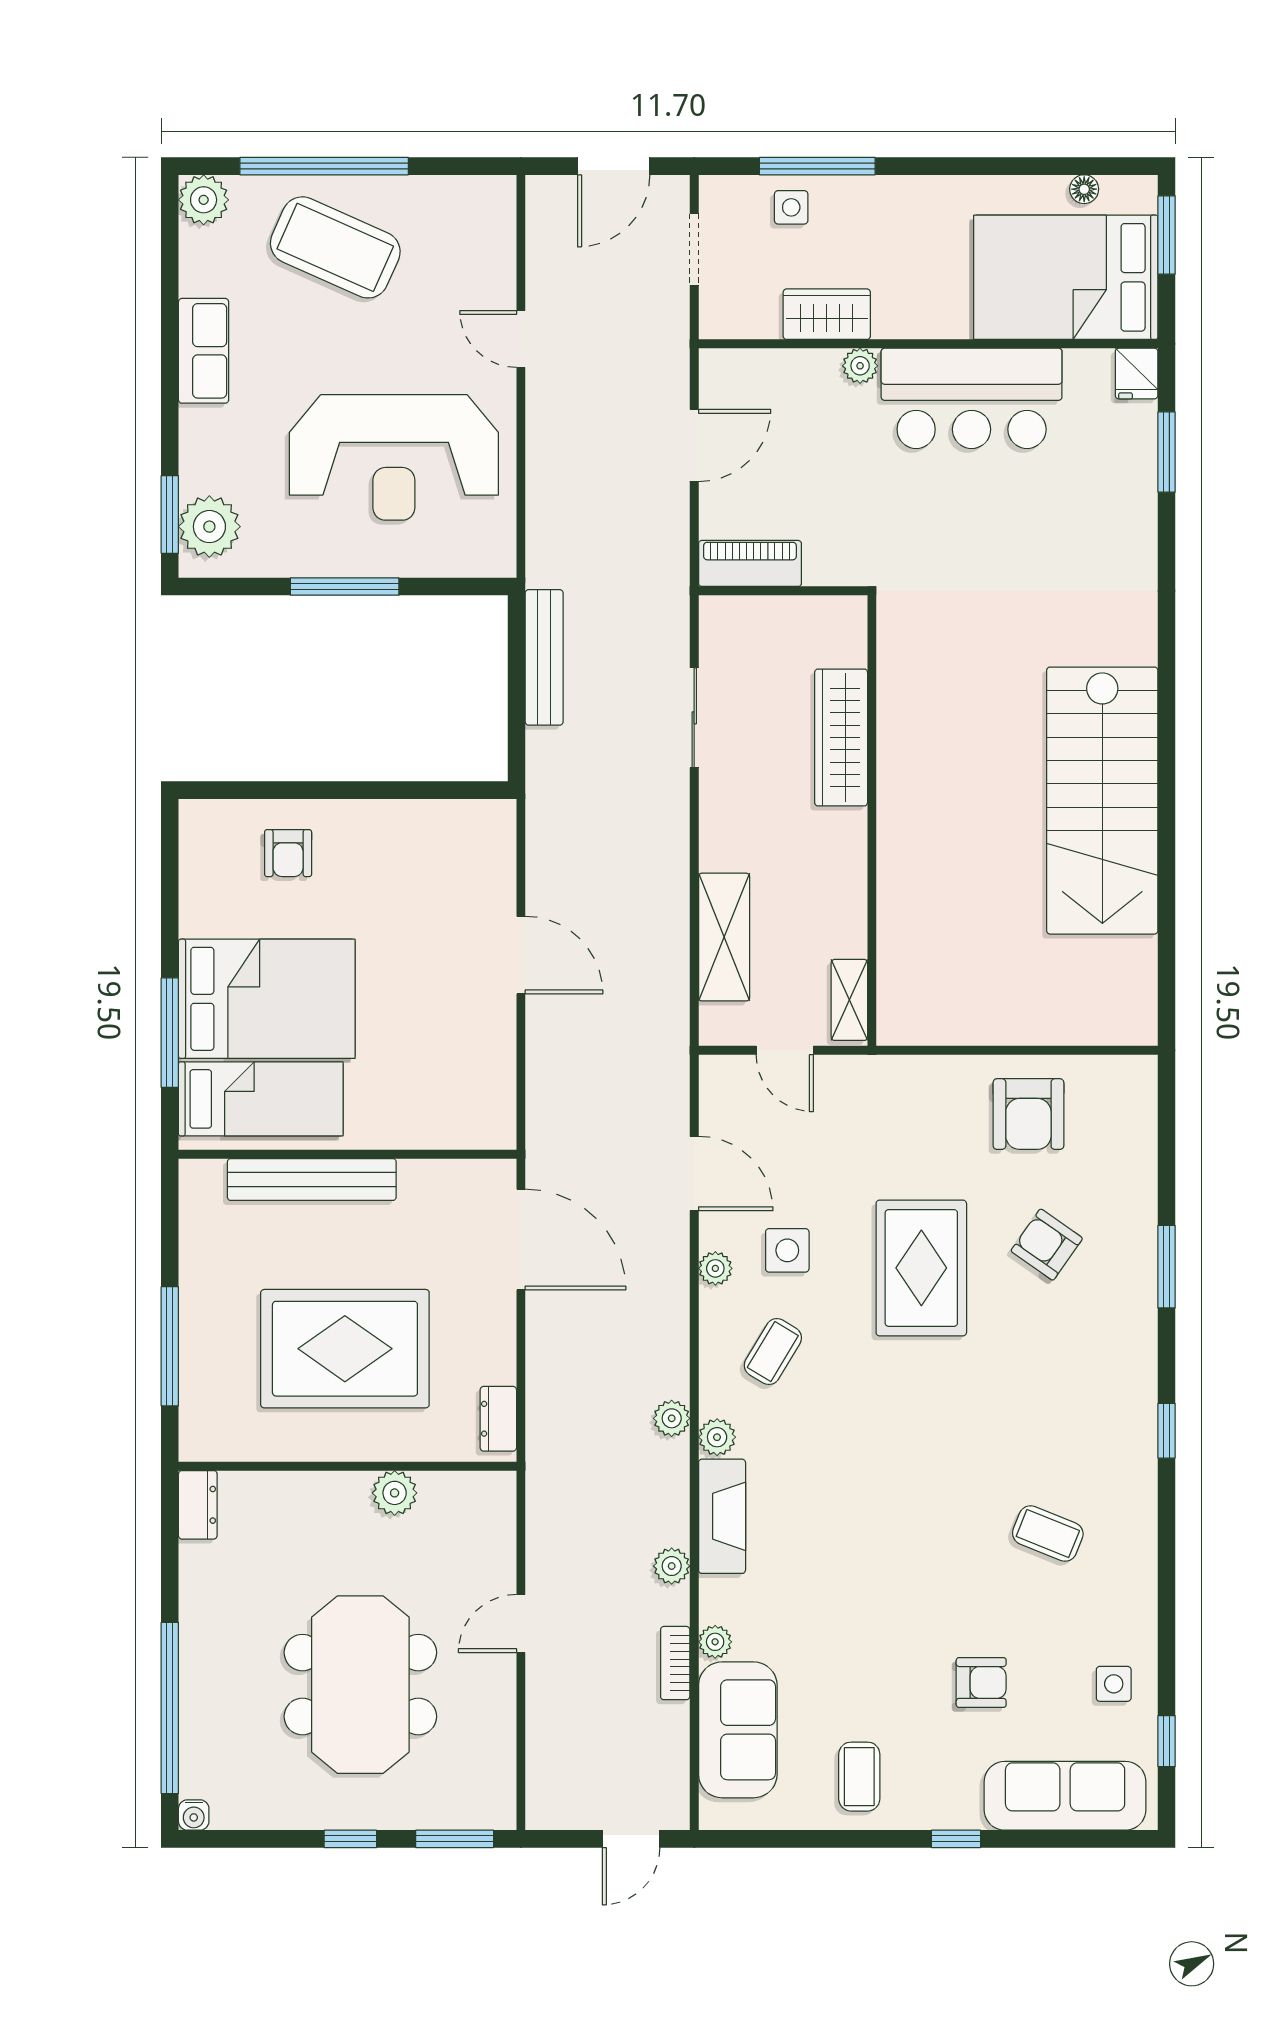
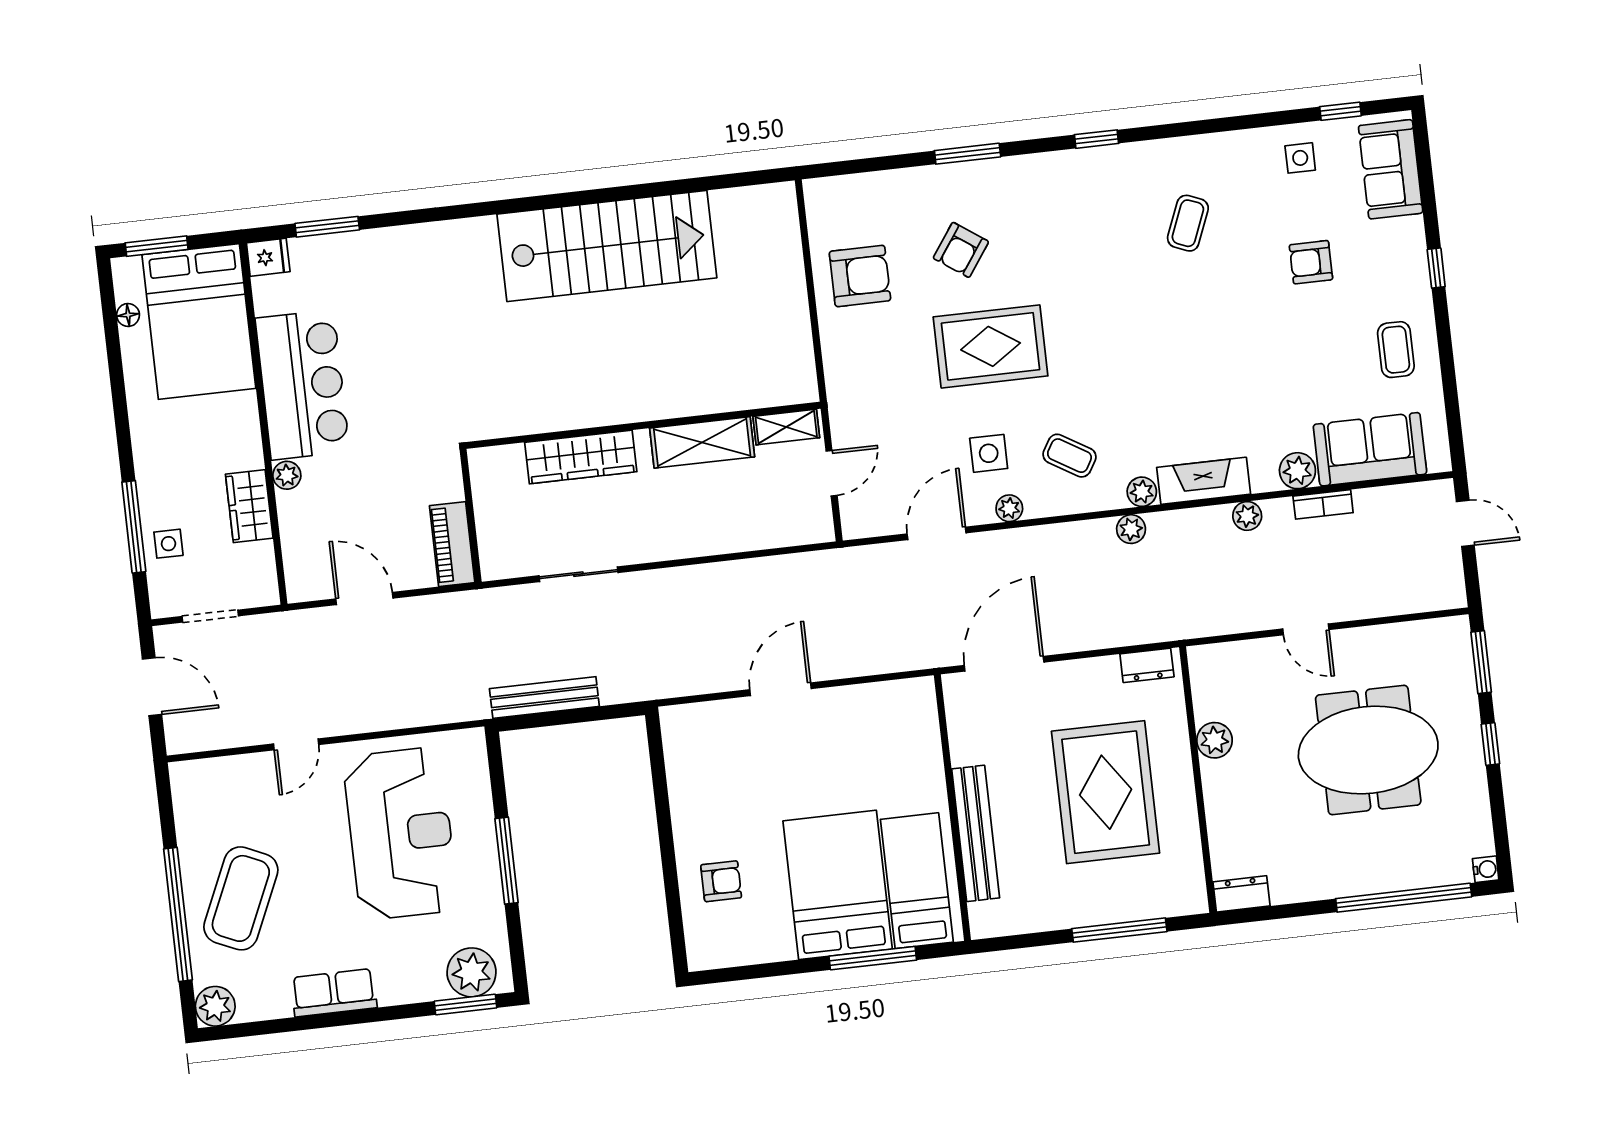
shelving: (724, 937) -> (702, 442), moved
plant: (715, 1642) -> (1297, 471), width x1.38, depth x1.38
armchair: (981, 1682) -> (1311, 262), turned -90
coffee table: (859, 1777) -> (1396, 350), turned 90
sofa: (1065, 1796) -> (1391, 169), width x0.73

